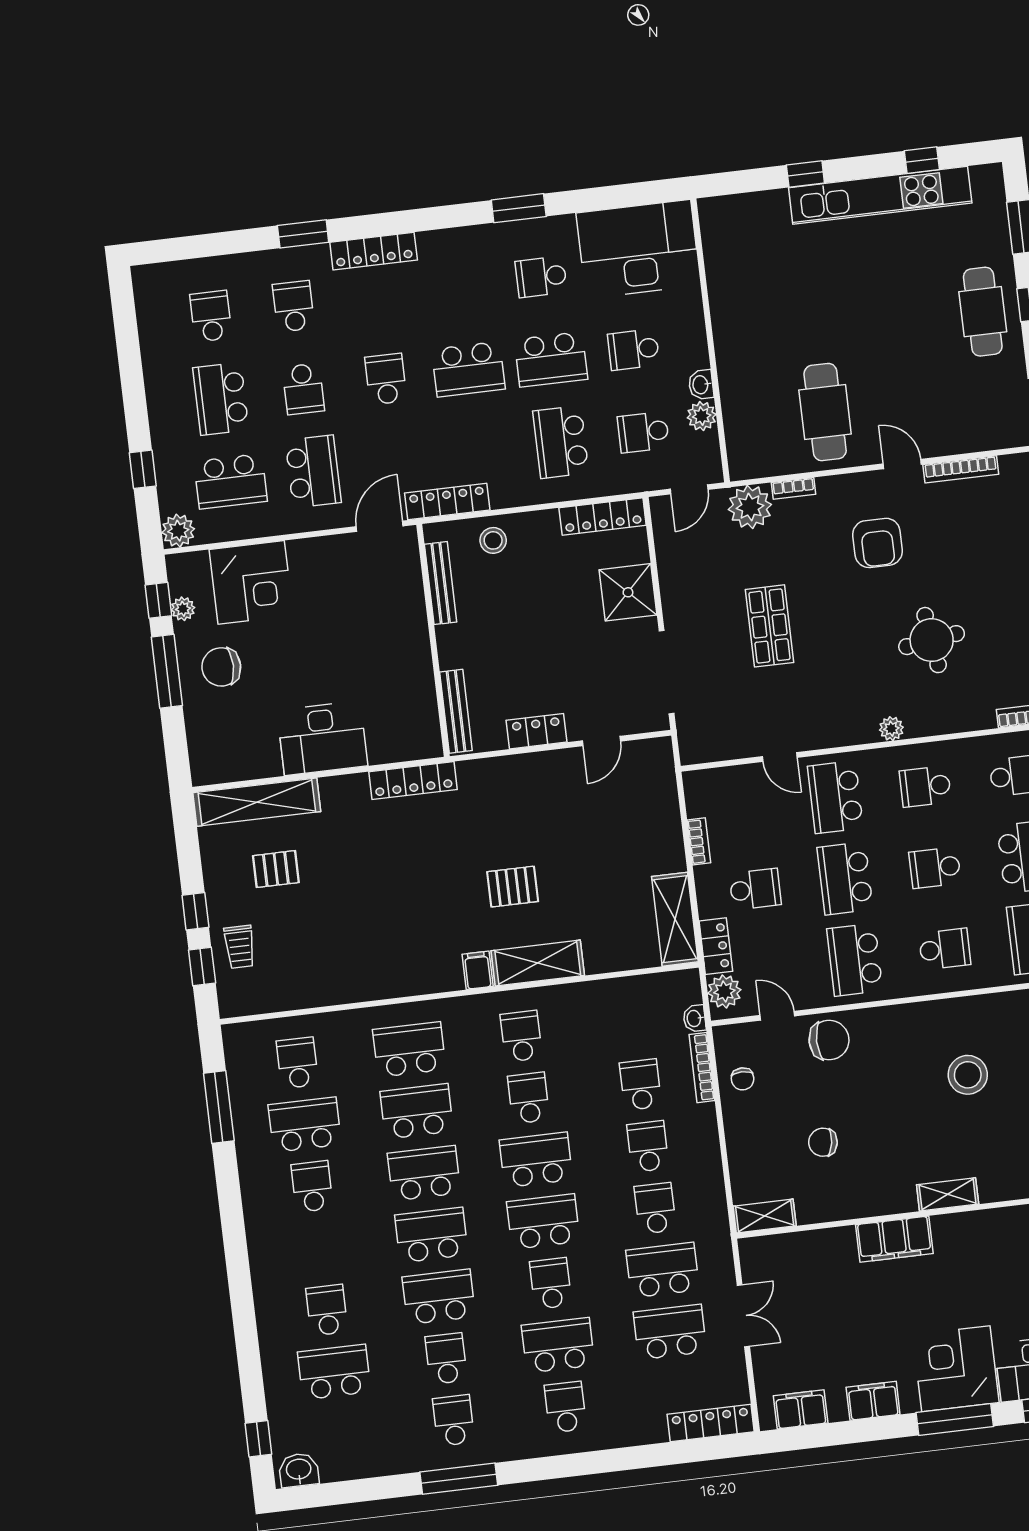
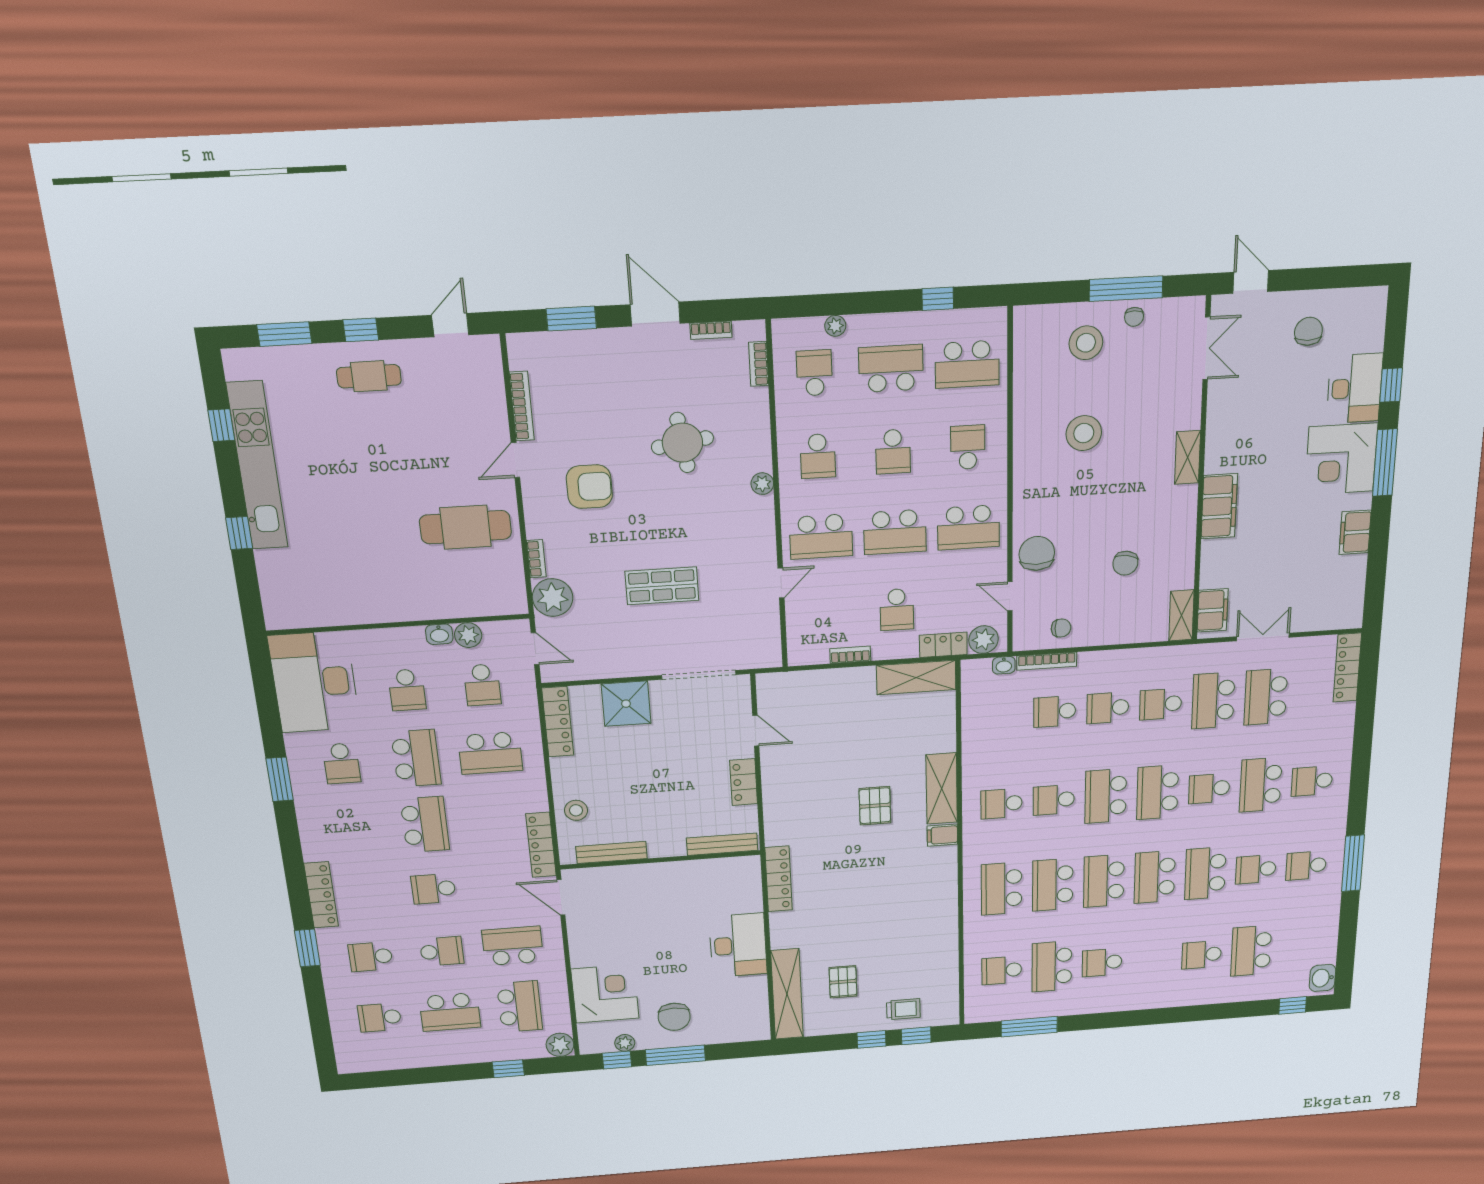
cafe table: (983, 312) -> (369, 376), width x0.73, depth x0.74
school desk: (755, 889) -> (897, 610), turned 180
door: (777, 1016) -> (1010, 596), hinge flipped
filing cabinet: (801, 1409) -> (1213, 610), moved, turned 180

